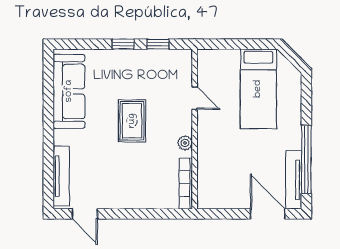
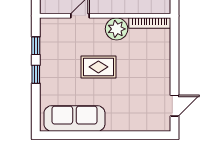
plant: (185, 143) -> (117, 29), width x1.88, depth x1.88
tv unit: (61, 176) -> (144, 125), removed

